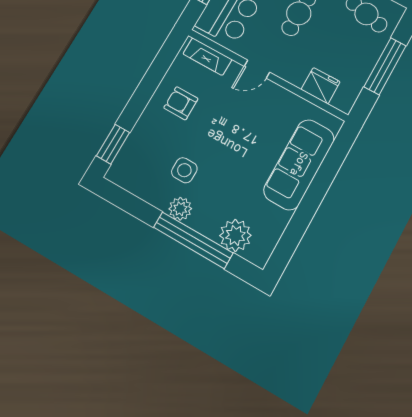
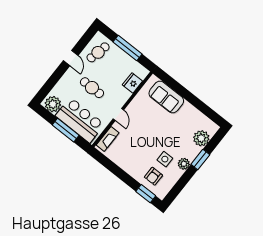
armchair: (181, 103) -> (153, 176), moved
sofa: (299, 164) -> (166, 97), width x0.73
window: (193, 240) -> (200, 160), width x0.47

